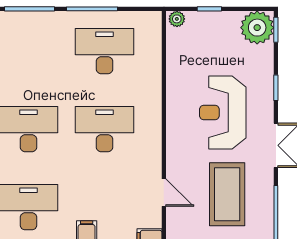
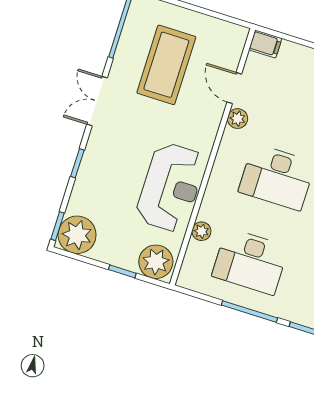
plant: (177, 19) -> (156, 262), width x1.88, depth x1.88
plant: (154, 64) -> (201, 231), added
reception desk: (223, 113) -> (171, 187), moved
plant: (153, 168) -> (238, 119), added

